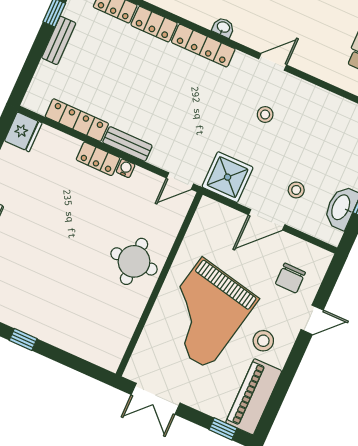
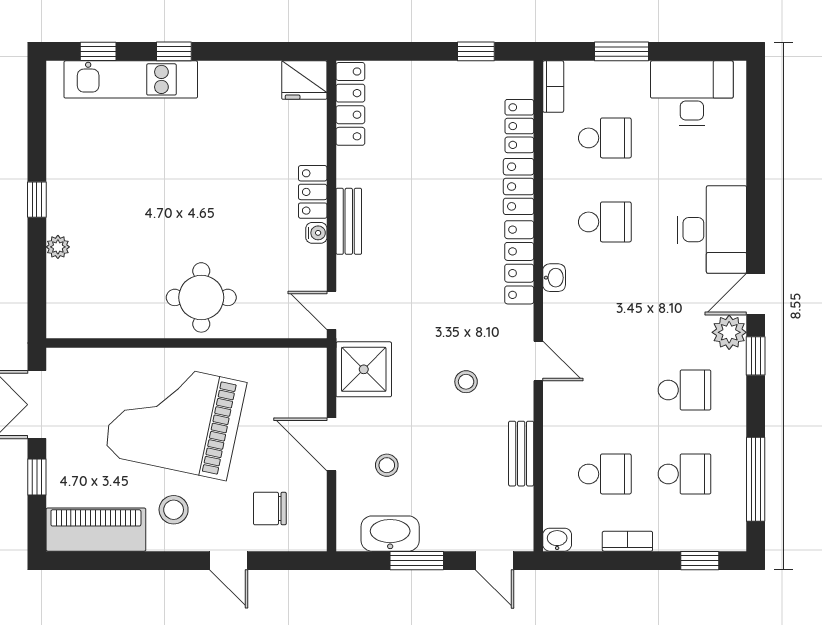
bench: (59, 40) -> (521, 454), moved, turned 90
locker: (77, 120) -> (350, 104), moved
plant: (60, 340) -> (58, 247), added
window: (223, 429) -> (37, 477), moved

